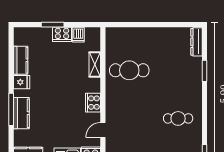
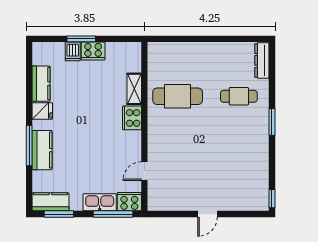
dishwasher: (78, 35) -> (73, 51), moved
window: (204, 71) -> (272, 122), moved
cooker: (93, 103) -> (132, 118), moved
cafe table: (178, 118) -> (239, 96), moved

